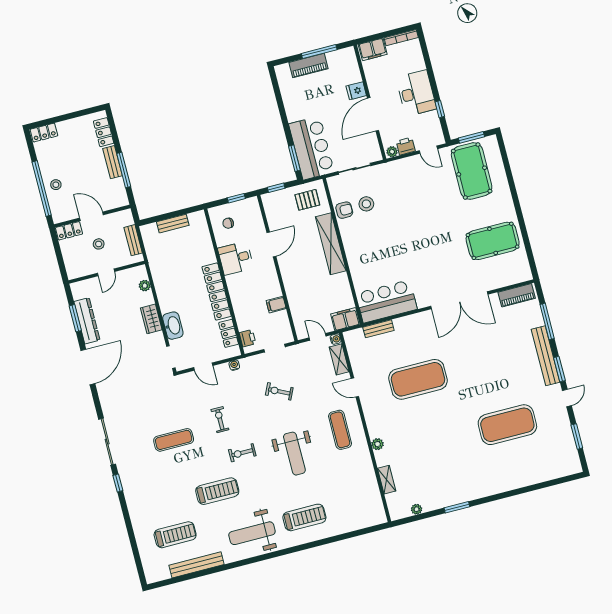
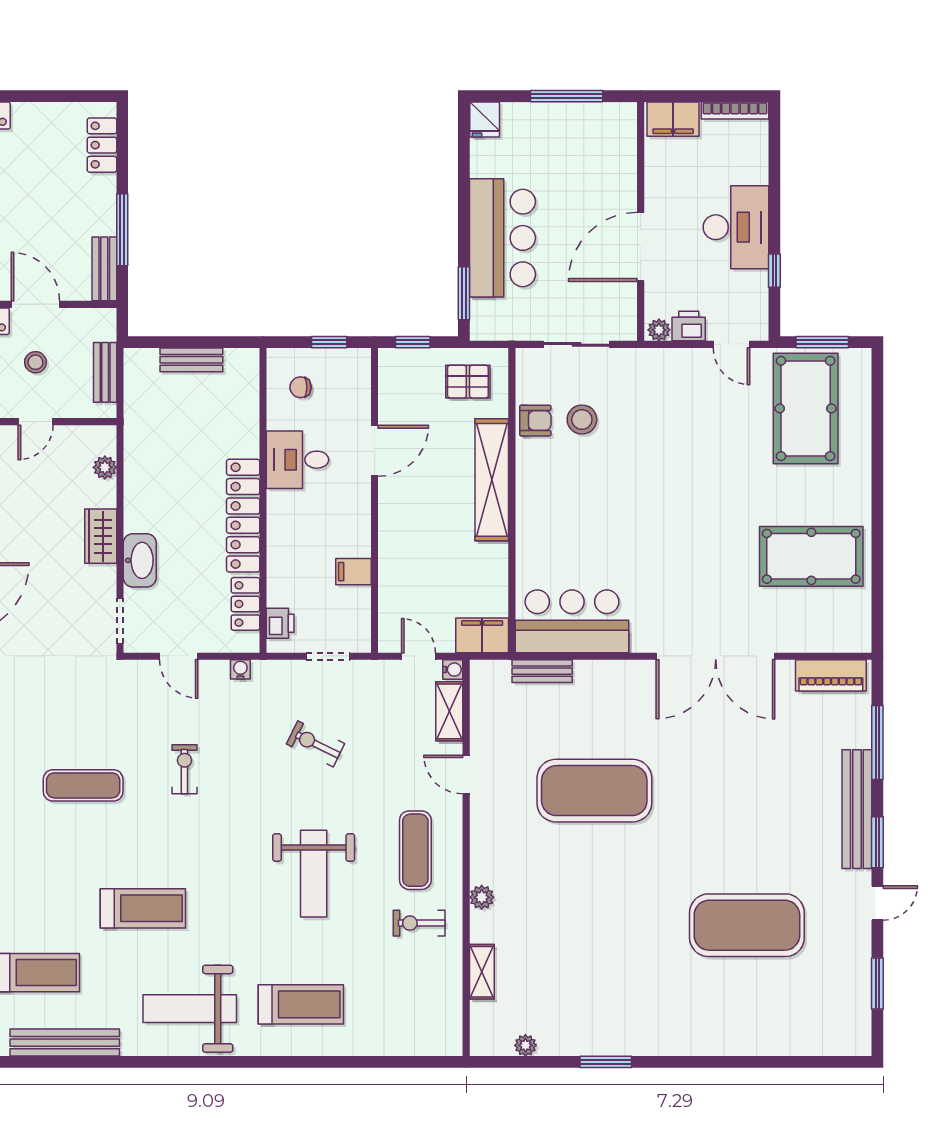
piano: (309, 66) -> (539, 118), removed
fridge: (356, 91) -> (485, 119), moved, turned -90
bar counter: (311, 148) -> (502, 238), moved
bench: (112, 162) -> (104, 269), moved
exercise bike: (242, 453) -> (419, 923), moved

